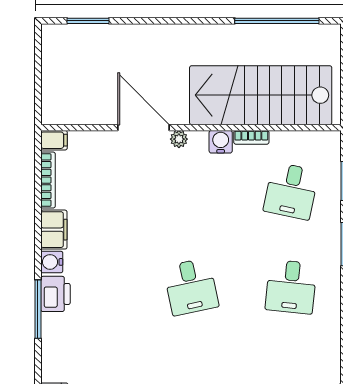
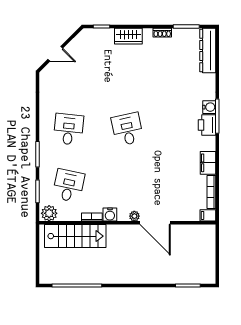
stairs: (261, 95) -> (75, 236), width x0.73, depth x0.66
plant: (324, 144) -> (49, 213), added
water cooler: (52, 262) -> (209, 107), moved

